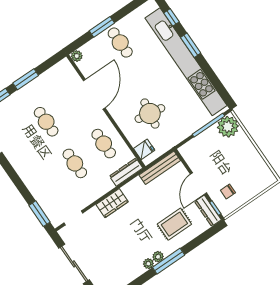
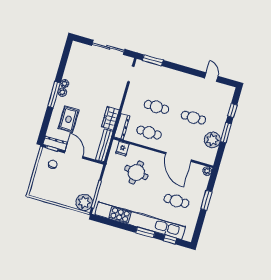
cafe table: (120, 43) -> (176, 201), moved
plant: (46, 83) -> (212, 140), added
wardrobe: (112, 203) -> (110, 118), moved

